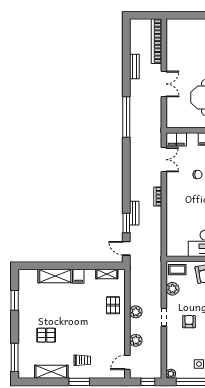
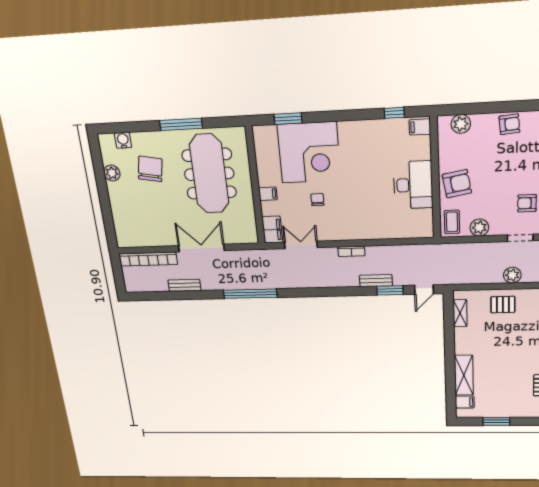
double door: (164, 84) -> (201, 248), width x1.37
filing cabinet: (79, 276) -> (465, 402), moved

